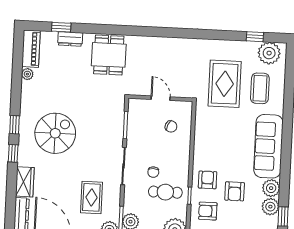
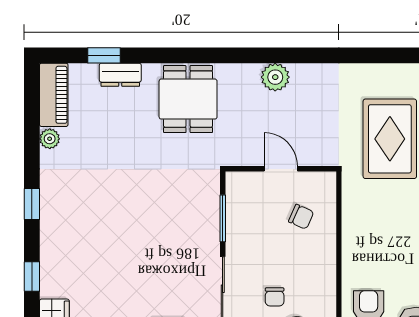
plant: (160, 45) -> (275, 77), added
window: (15, 125) -> (32, 204), moved
spiral stairs: (55, 133) -> (103, 238), removed

